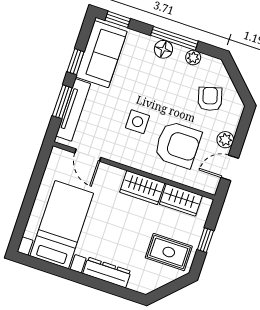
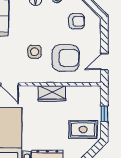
armchair: (210, 99) -> (77, 21), turned 106
plant: (225, 140) -> (95, 44), removed
wardrobe: (181, 200) -> (80, 93), removed

